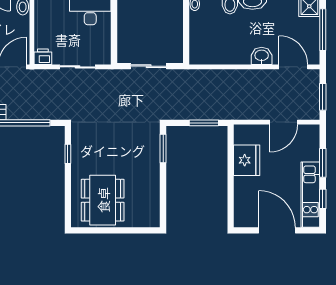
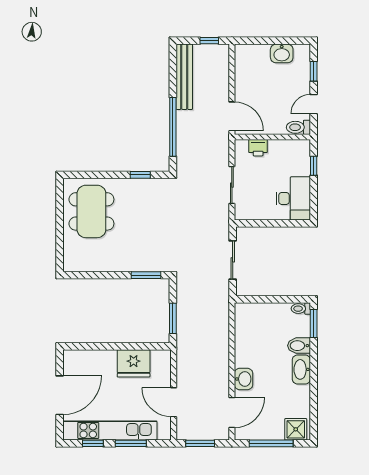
printer: (43, 57) -> (258, 148), moved, turned 90
kitchen unit: (310, 195) -> (110, 430), width x1.36
dining table: (103, 200) -> (91, 211), turned 90

